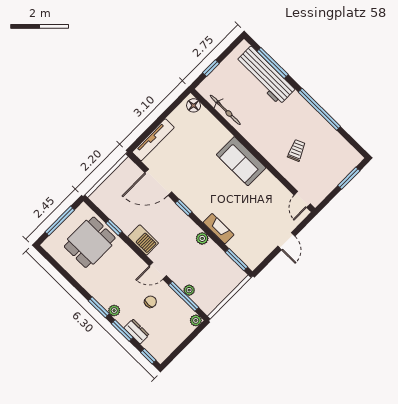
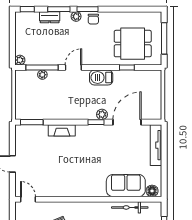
sofa: (241, 161) -> (126, 186), moved
plant: (202, 238) -> (102, 114), moved
dining table: (90, 242) -> (133, 44), turned 90
chair: (150, 302) -> (93, 19), moved

